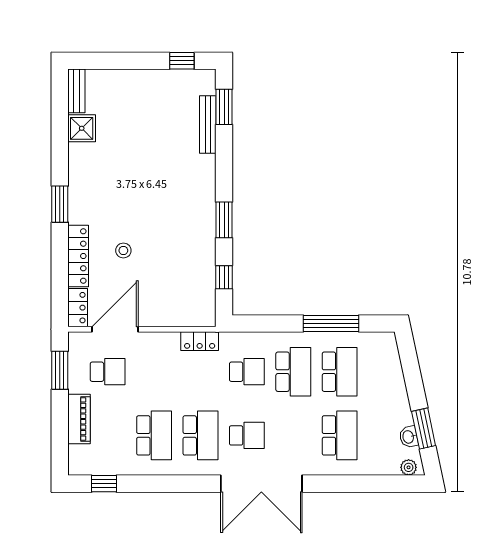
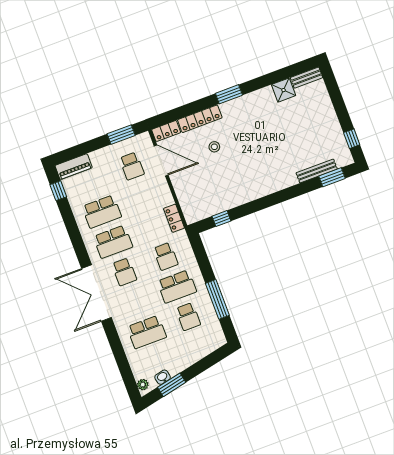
window: (224, 220) -> (259, 205), removed
school desk: (340, 372) -> (188, 317), width x0.54
piano: (79, 419) -> (74, 167), moved

